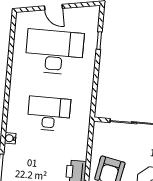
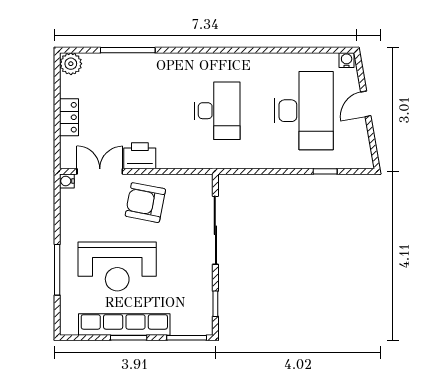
water cooler: (10, 138) -> (347, 60), moved

